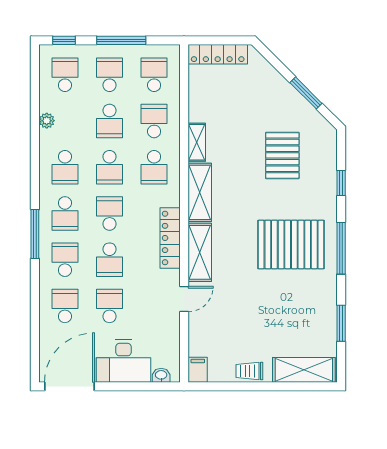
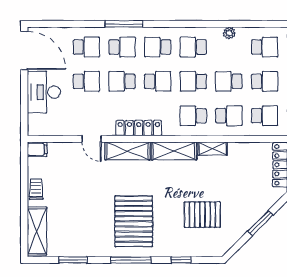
window: (306, 93) -> (260, 223), moved
window: (35, 234) -> (124, 24), moved
washbasin: (161, 375) -> (33, 121), removed

